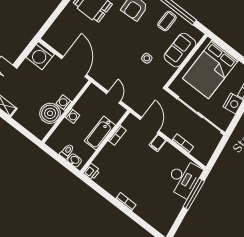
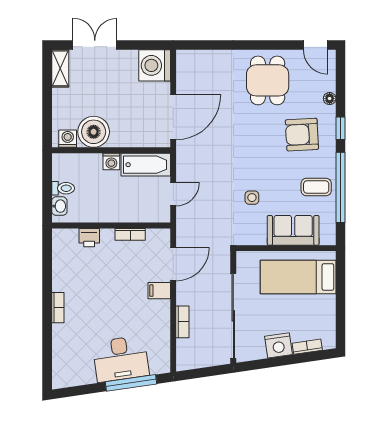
bed: (210, 70) -> (298, 277), width x0.67
washing machine: (64, 103) -> (68, 139), moved
bathtub: (100, 133) -> (146, 165), moved, turned 180
printer: (92, 172) -> (89, 238), moved
desk: (184, 178) -> (121, 359), moved

